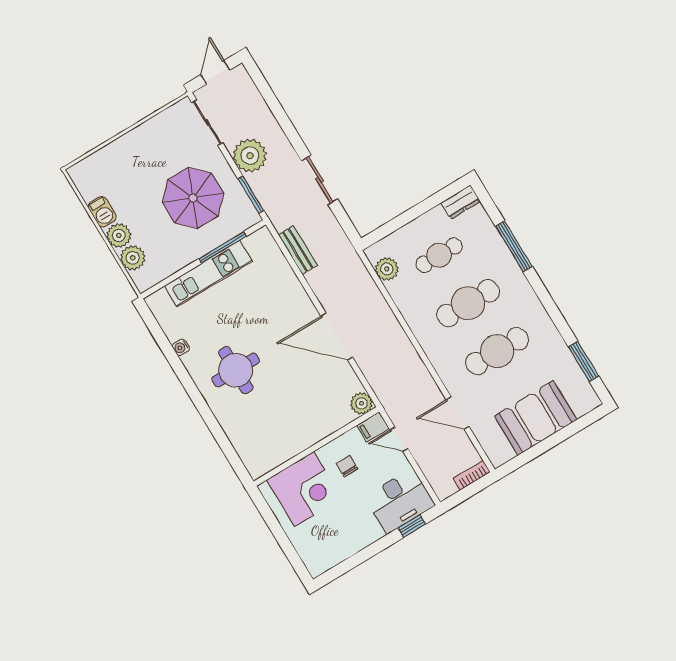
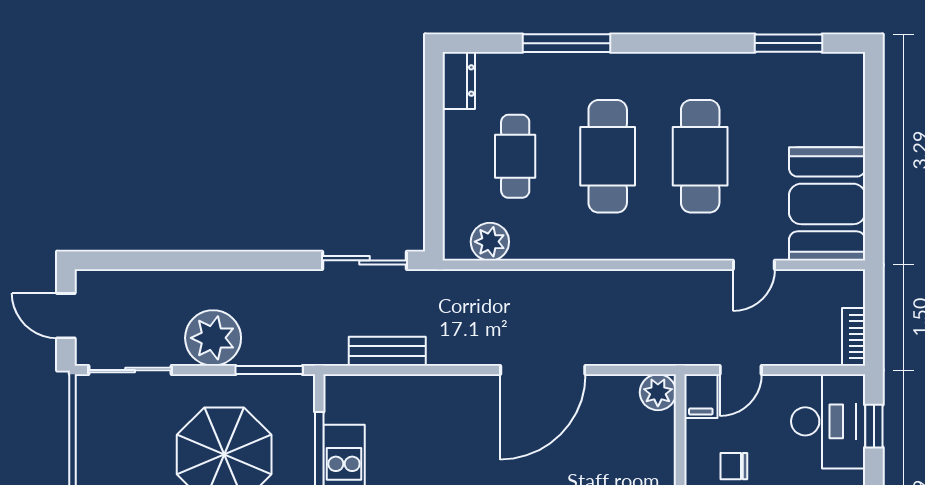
sliding door: (320, 180) -> (365, 260), moved
door: (458, 413) -> (754, 265), width x0.73
booth: (536, 418) -> (827, 204), moved
bookcase: (472, 475) -> (854, 337), moved

